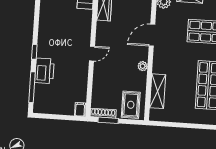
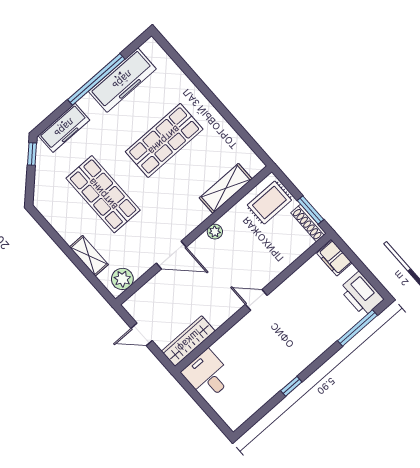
window: (34, 52) -> (291, 386), moved
printer: (44, 71) -> (362, 294), moved, turned -90
filing cabinet: (80, 109) -> (334, 258), width x2.00

